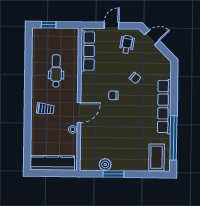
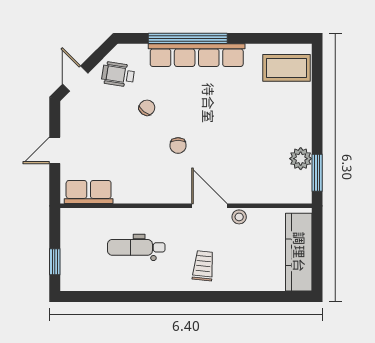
door: (111, 26) -> (55, 150), hinge flipped
wheelchair: (127, 44) -> (118, 74), moved
row of seats: (88, 51) -> (89, 192), width x0.68
window: (173, 138) -> (188, 38), moved
window: (113, 174) -> (317, 173), moved

